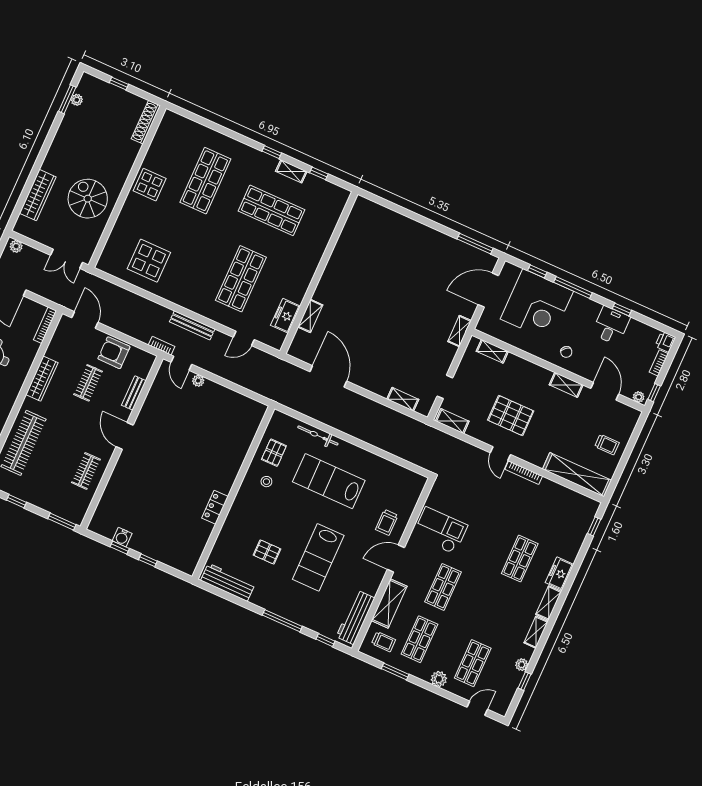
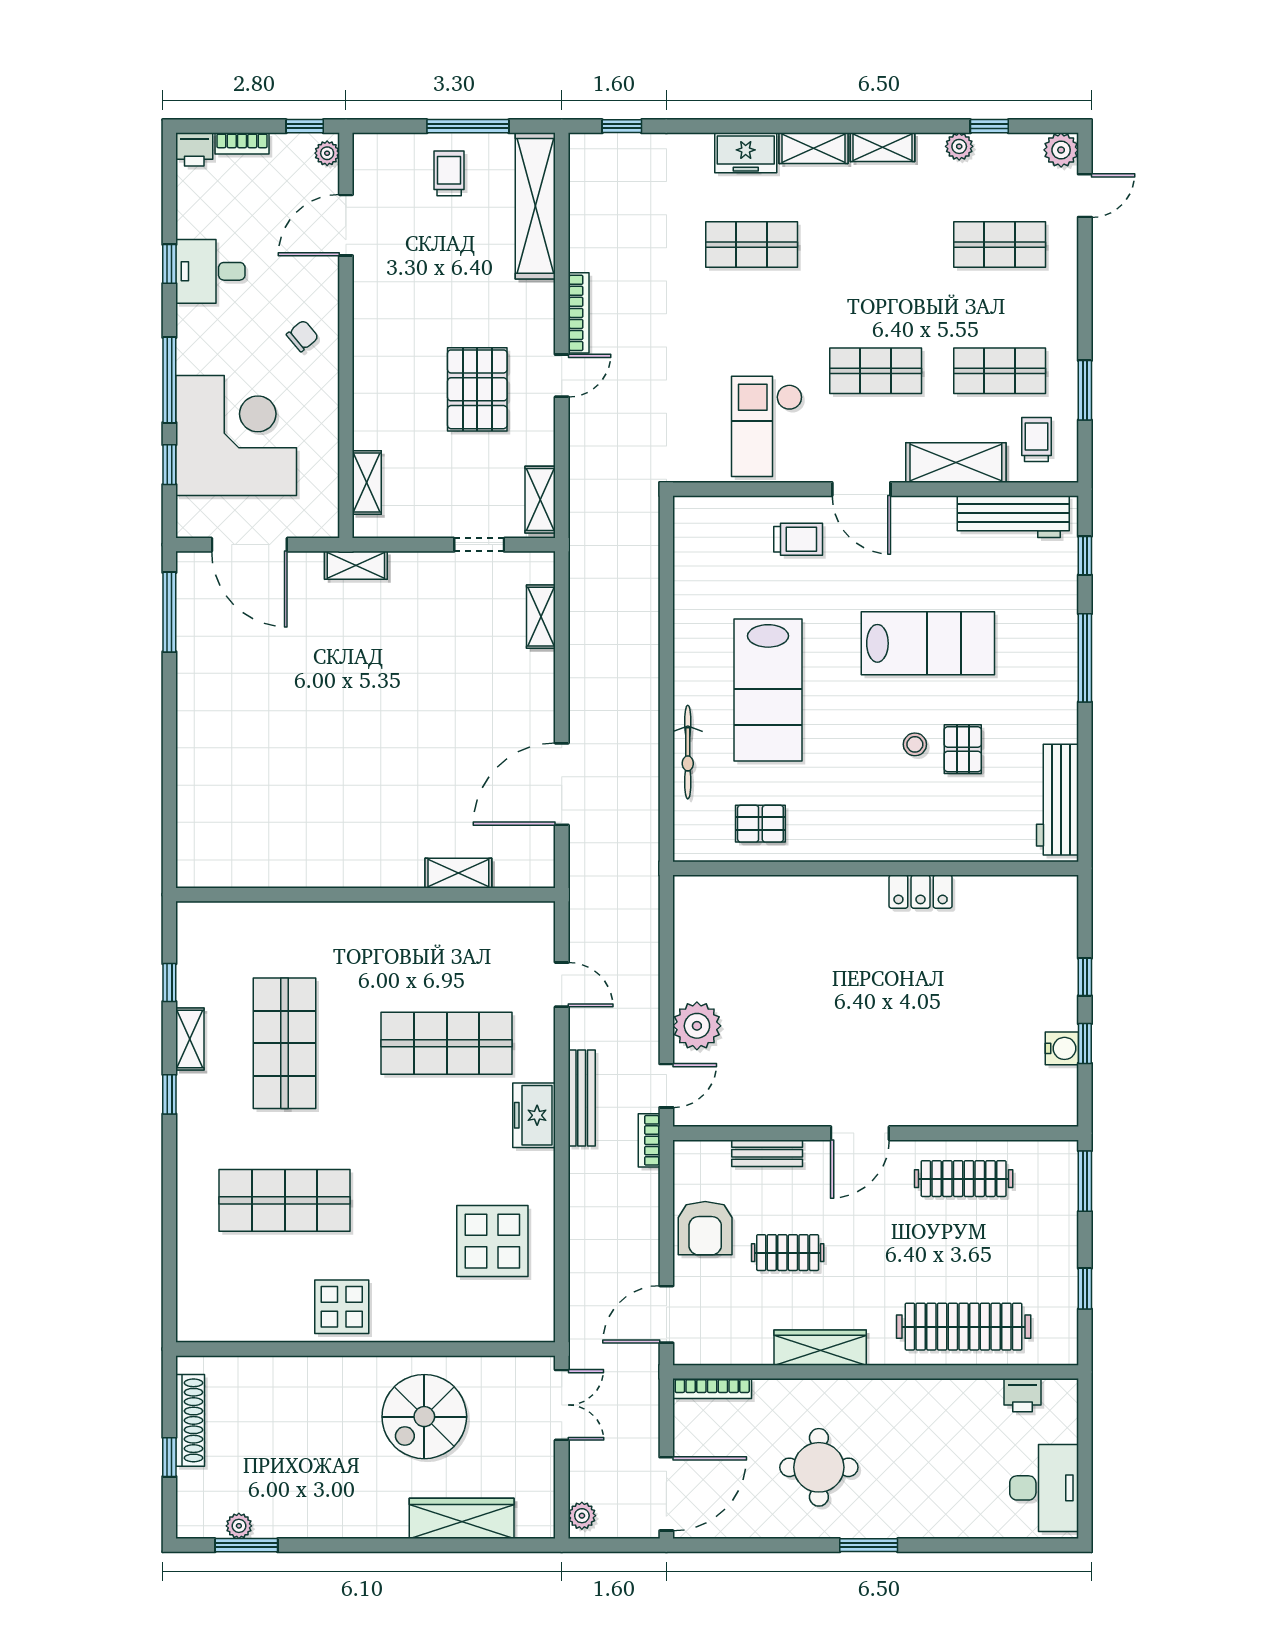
shoe rack: (146, 122) -> (190, 1420), moved, turned -90
freezer: (286, 316) -> (534, 1115), moved, turned 90
plant: (198, 381) -> (697, 1026), width x1.87, depth x1.87
shelving: (566, 385) -> (368, 307), removed
window: (623, 461) -> (468, 126), added
clothes rail: (86, 471) -> (964, 1179), width x1.36
stool: (266, 482) -> (915, 744), moved
plant: (439, 679) -> (1061, 150), moved
door: (477, 708) -> (1085, 196), swing flipped

